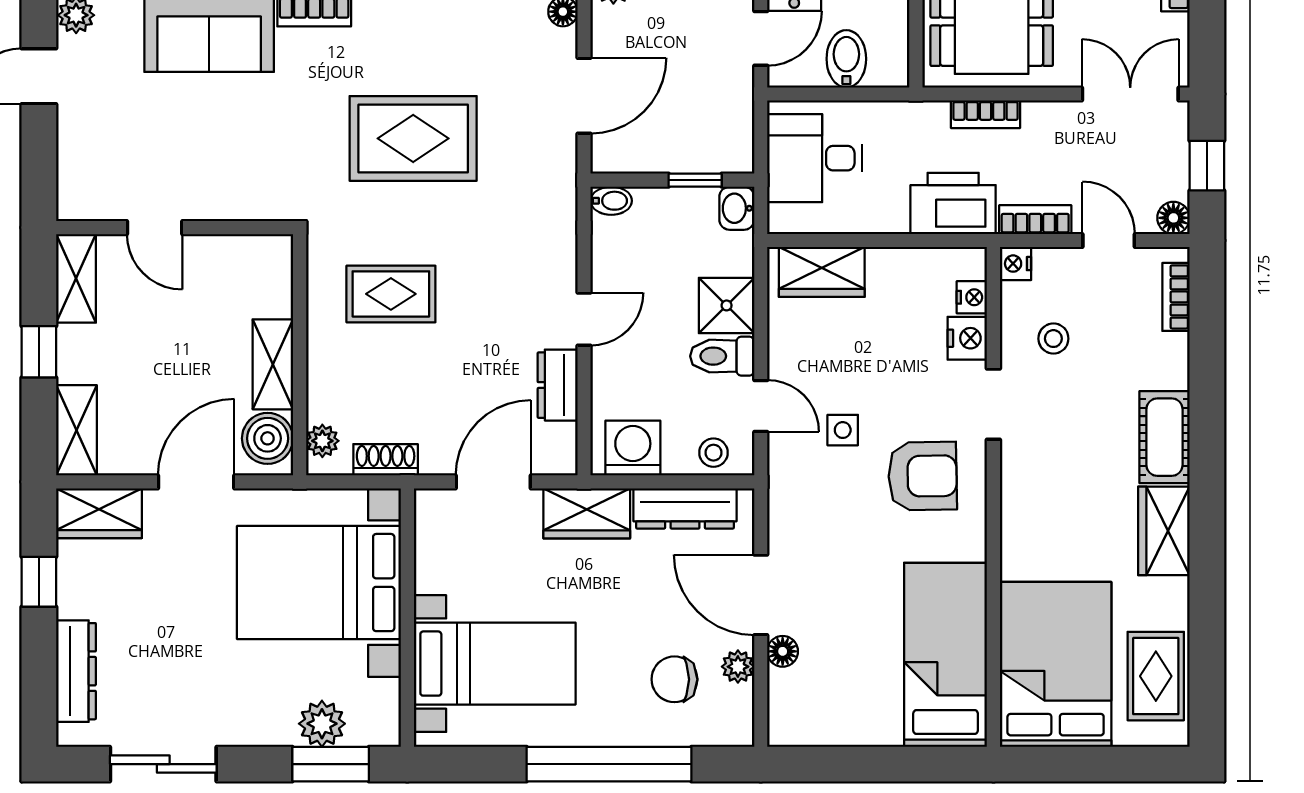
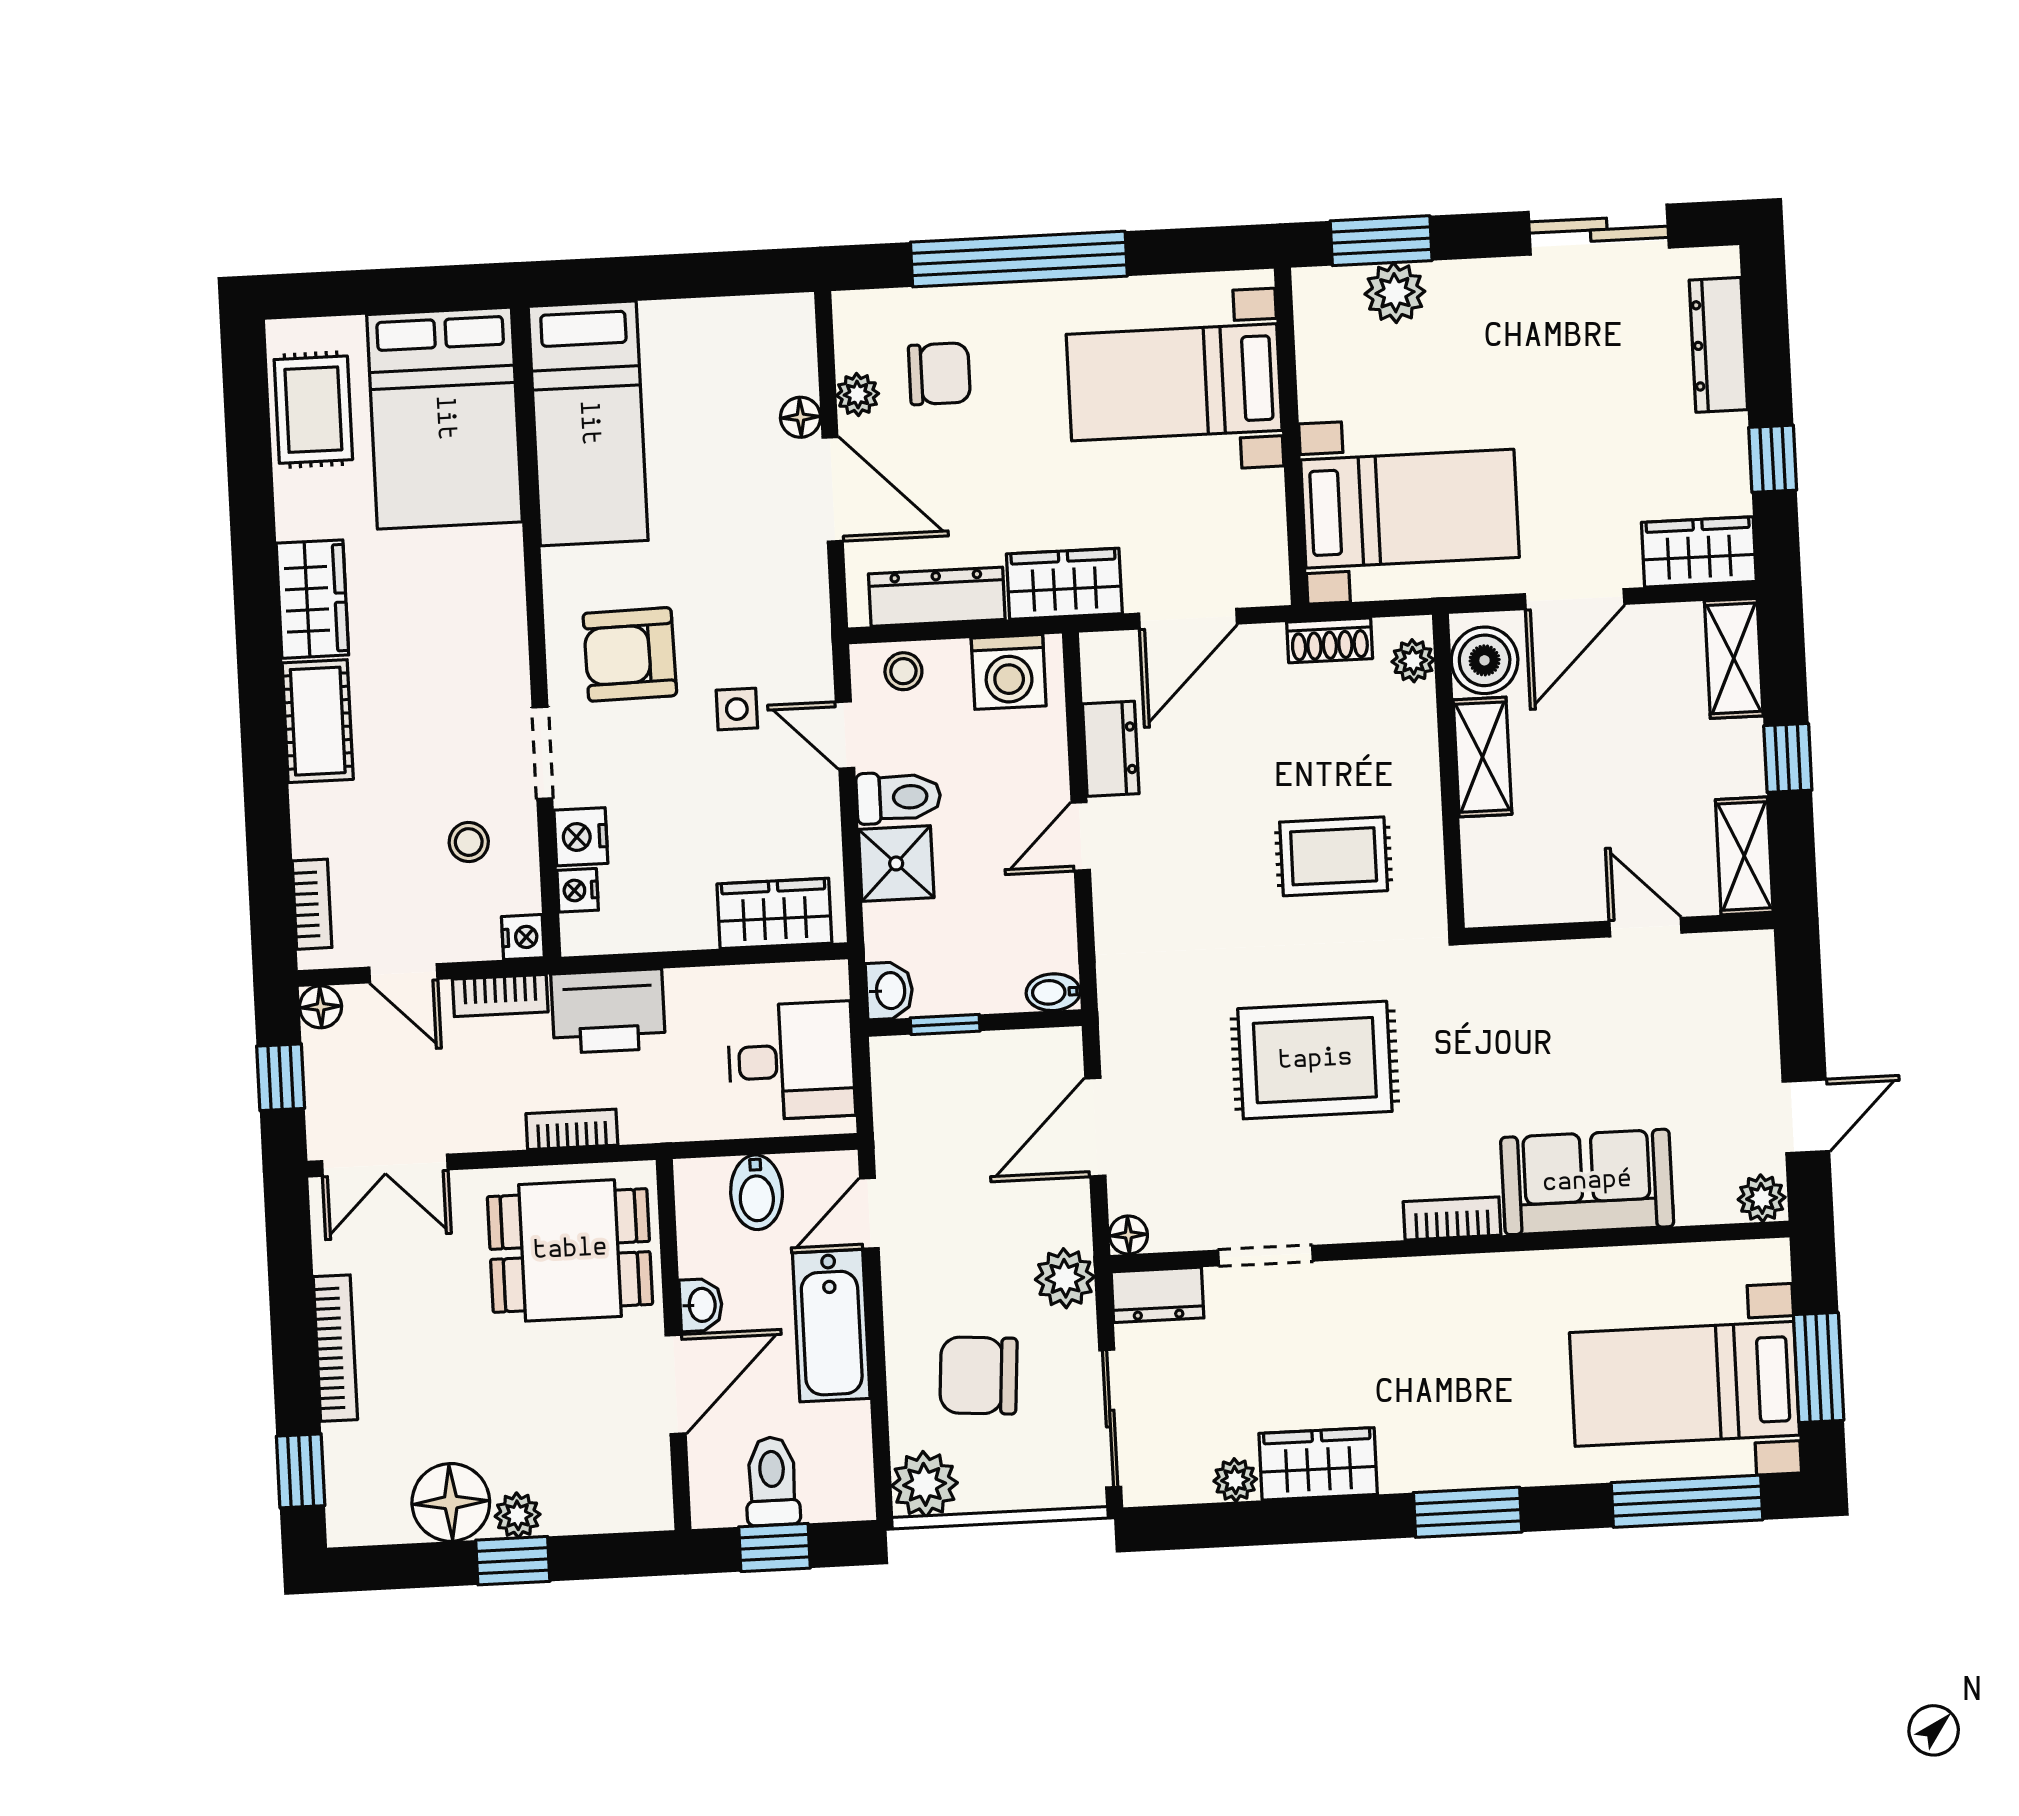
bed with nightstands: (319, 583) -> (1410, 509), width x0.73

